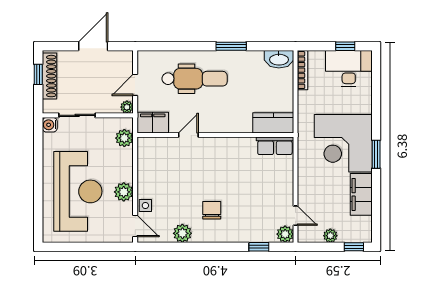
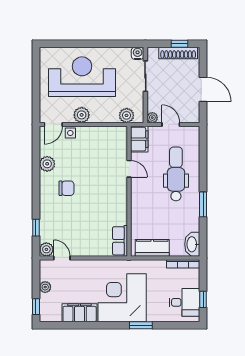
desk: (349, 68) -> (184, 302), width x0.73
dental chair: (195, 79) -> (176, 174), turned 180
kitchen counter: (273, 123) -> (152, 248), moved, turned -90
window: (376, 154) -> (141, 325), moved
reception desk: (78, 191) -> (82, 77), turned 180
door: (295, 216) -> (62, 258), swing flipped

